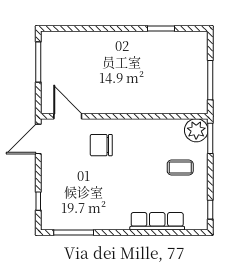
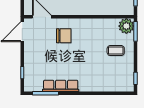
chair: (101, 145) -> (64, 36), turned 180
row of seats: (157, 221) -> (61, 86), moved

